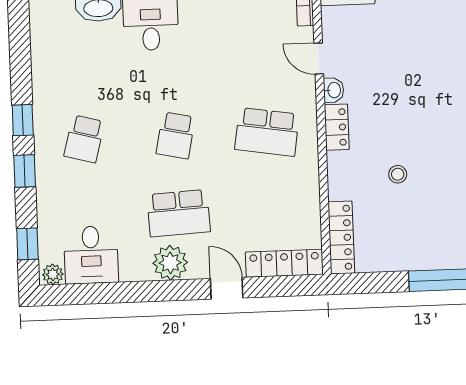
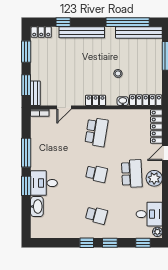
washbasin: (334, 90) -> (123, 101), moved

